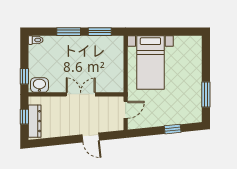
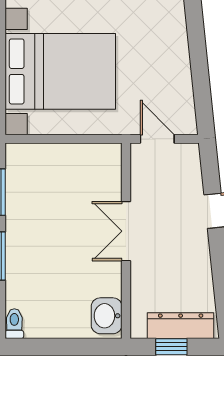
bed with nightstands: (150, 62) -> (60, 71), width x1.36
window: (24, 76) -> (89, 347), removed
window: (173, 129) -> (197, 43), removed

